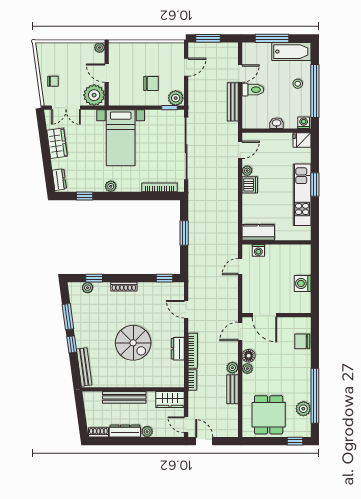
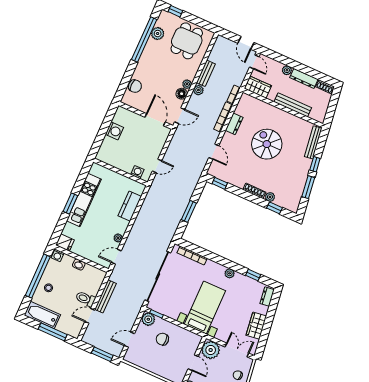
dishwasher: (250, 185) -> (121, 226), removed
kitchen counter: (258, 232) -> (130, 206), moved, turned 90
plant: (88, 288) -> (270, 197), moved

